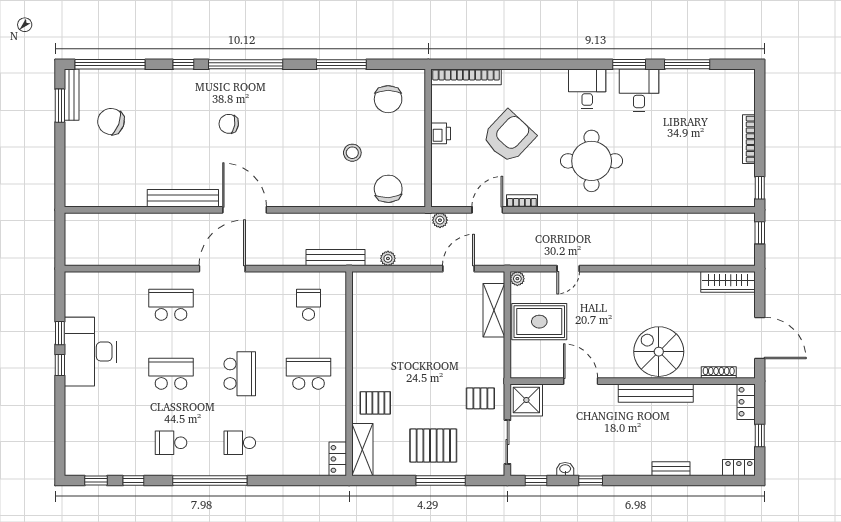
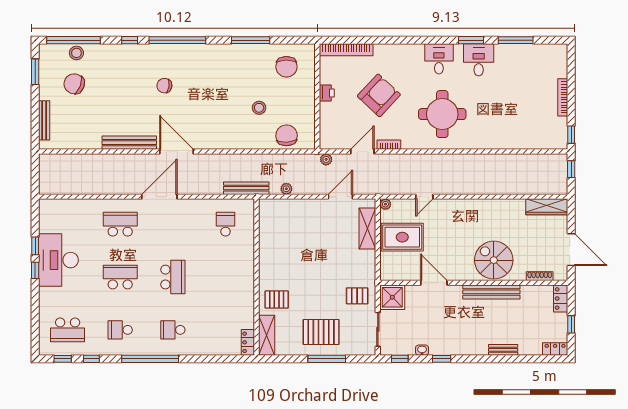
stool: (114, 81) -> (76, 53), added
bench: (72, 95) -> (44, 120), moved
school desk: (308, 374) -> (68, 330), moved, turned 180

